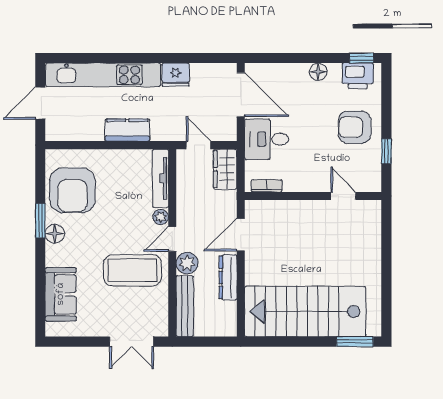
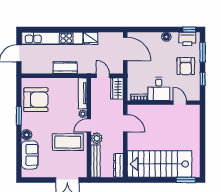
window: (386, 101) -> (203, 52), added
armchair: (355, 127) -> (186, 66), turned -90
desk: (267, 139) -> (159, 89), moved, turned -90
armchair: (72, 190) -> (36, 100), turned -90
floor lamp: (55, 234) -> (27, 135), moved
door: (241, 235) -> (125, 123), swing flipped
dresser: (228, 277) -> (118, 165), moved

